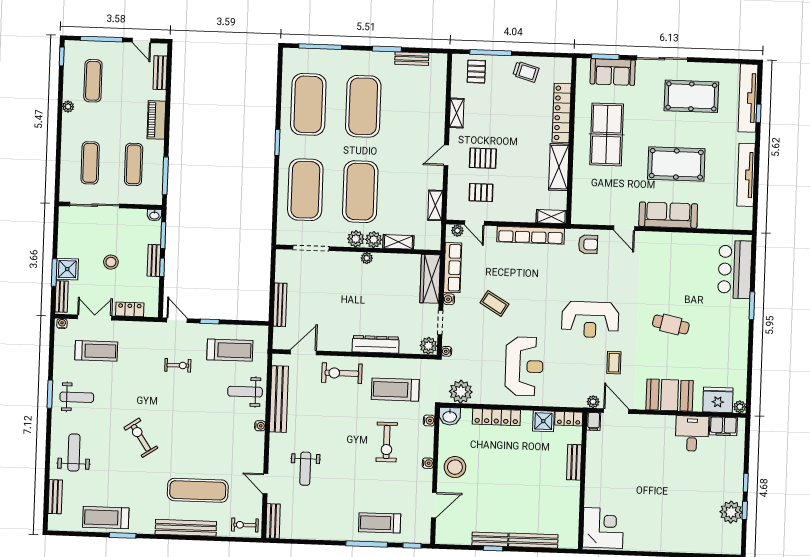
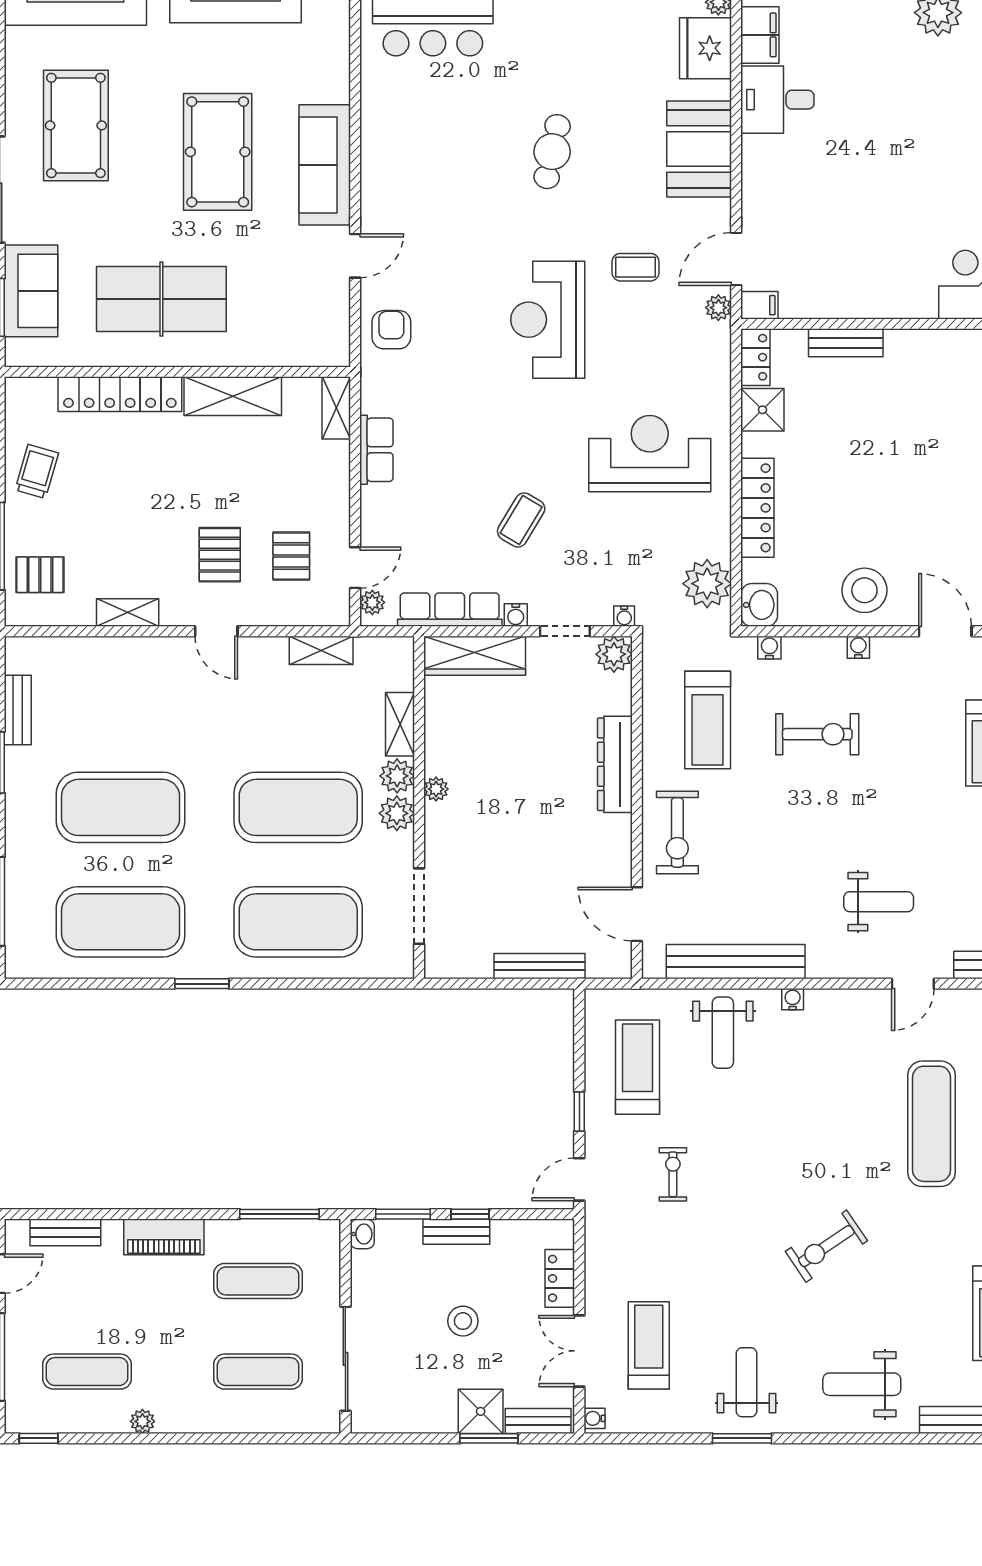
row of seats: (531, 235) -> (376, 450), width x0.50
reception desk: (590, 320) -> (548, 320), turned 180

